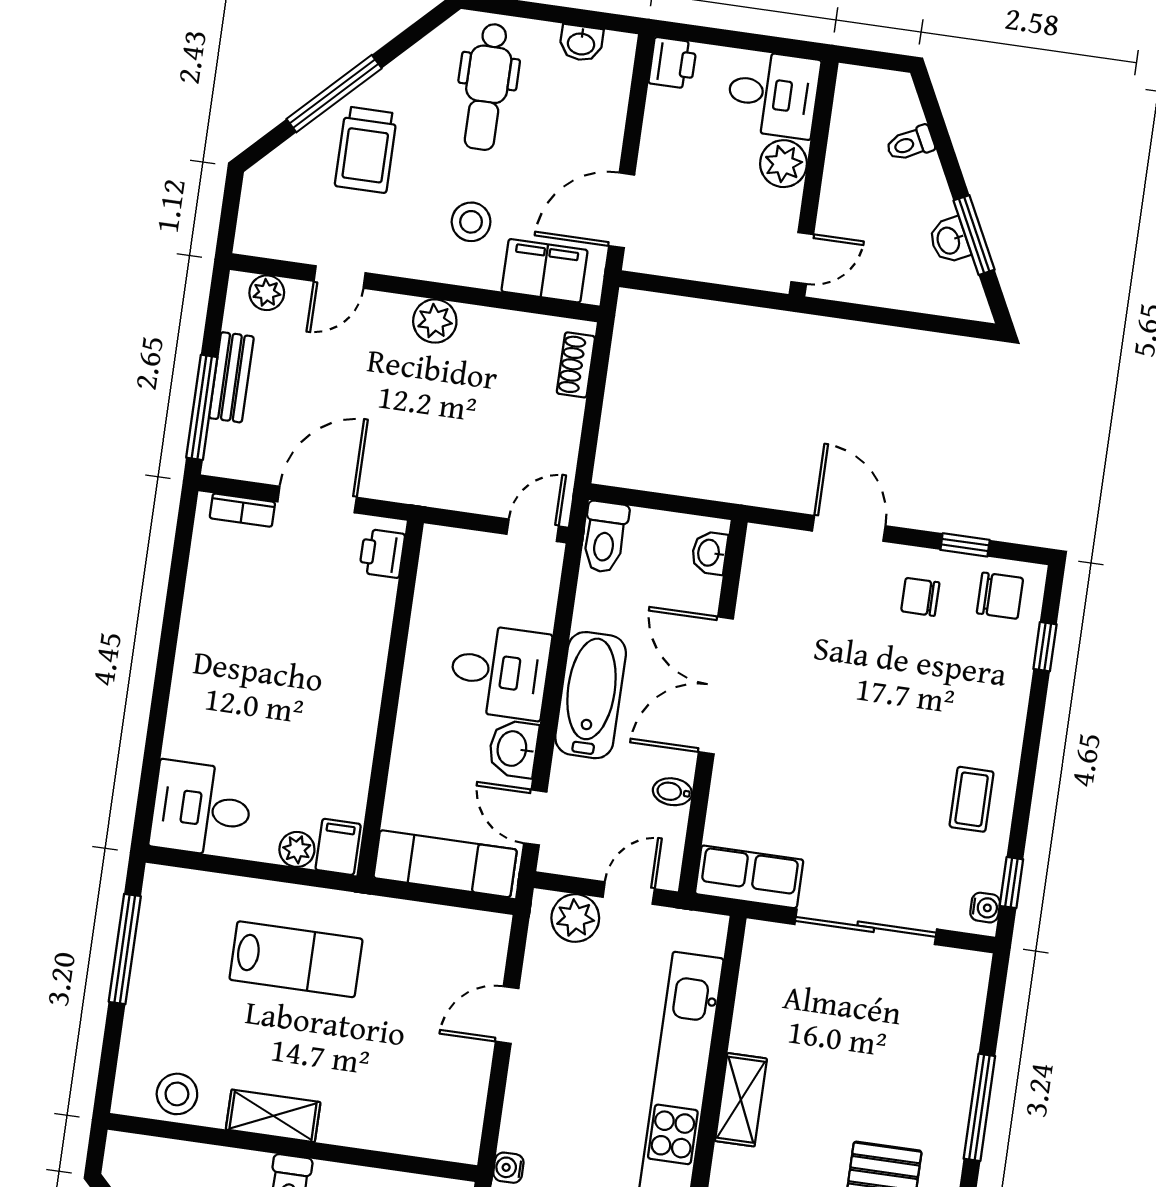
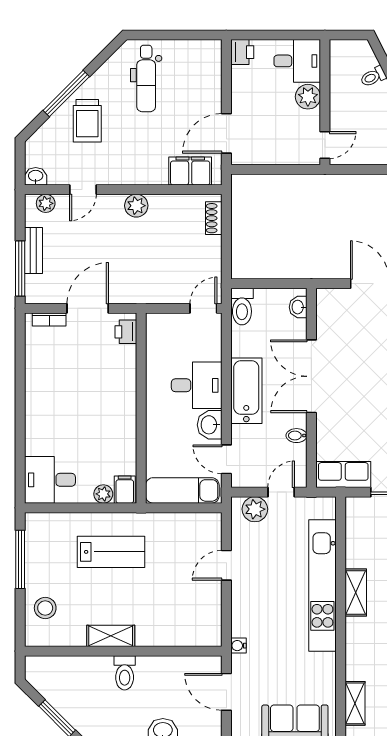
washbasin: (581, 43) -> (36, 176), moved, turned 180
stool: (471, 222) -> (148, 151), removed
stool: (177, 1094) -> (45, 608), moved

